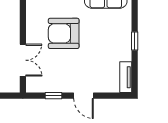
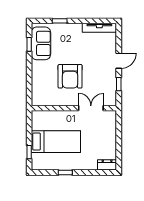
window: (135, 41) -> (60, 21), moved
tv unit: (126, 77) -> (99, 28), width x1.41

